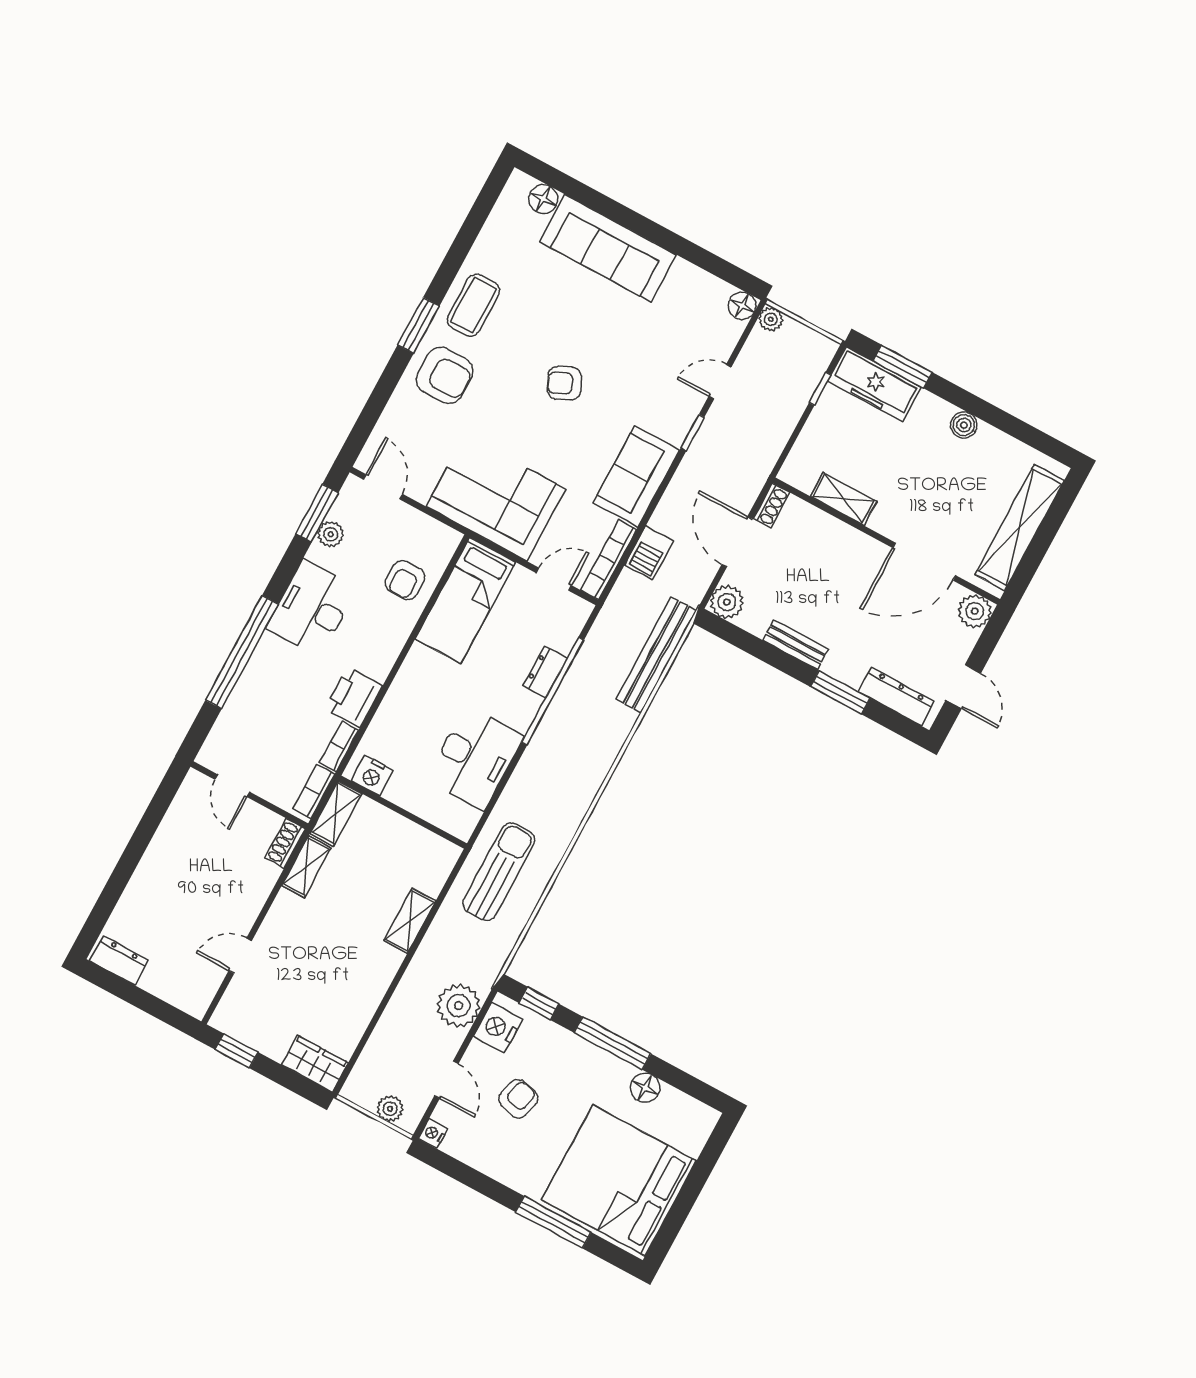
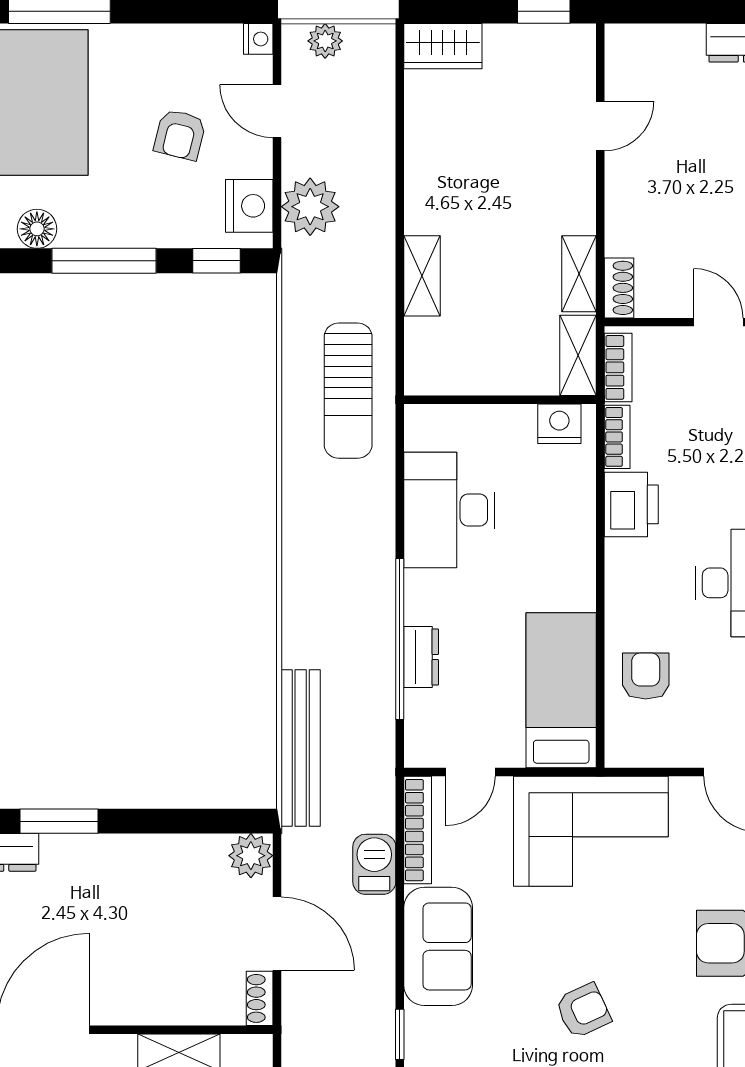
bench: (796, 645) -> (142, 849), removed

